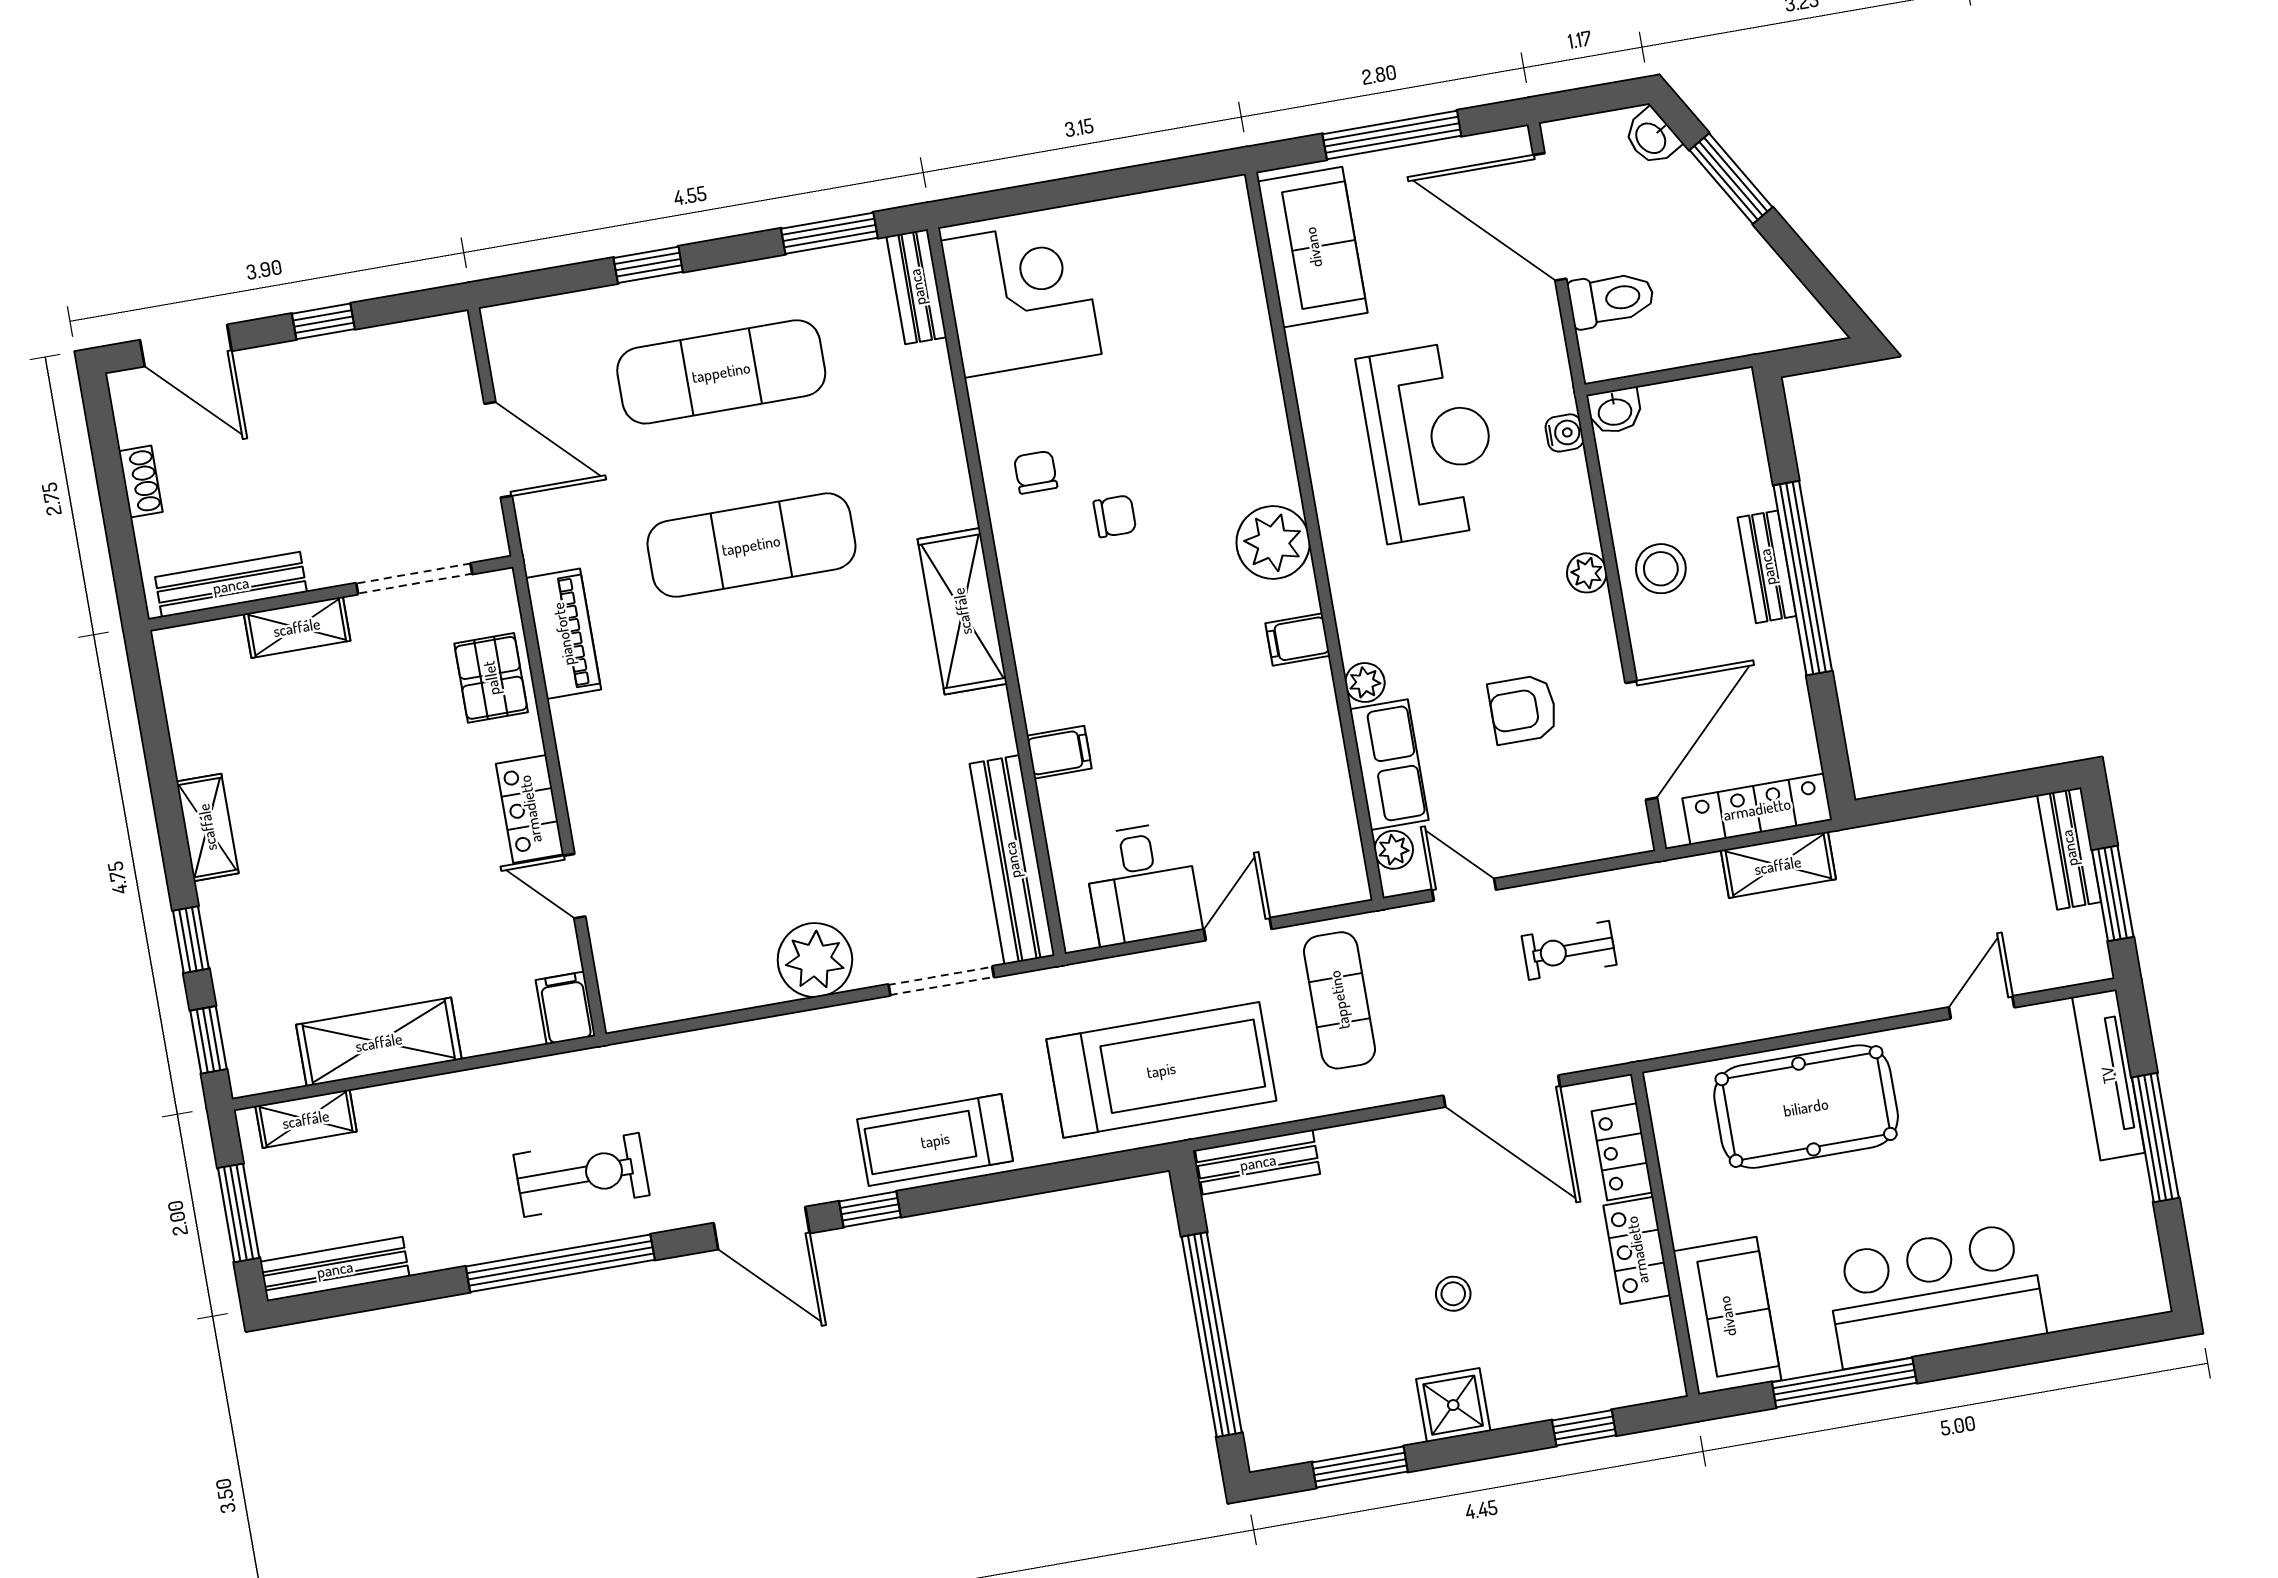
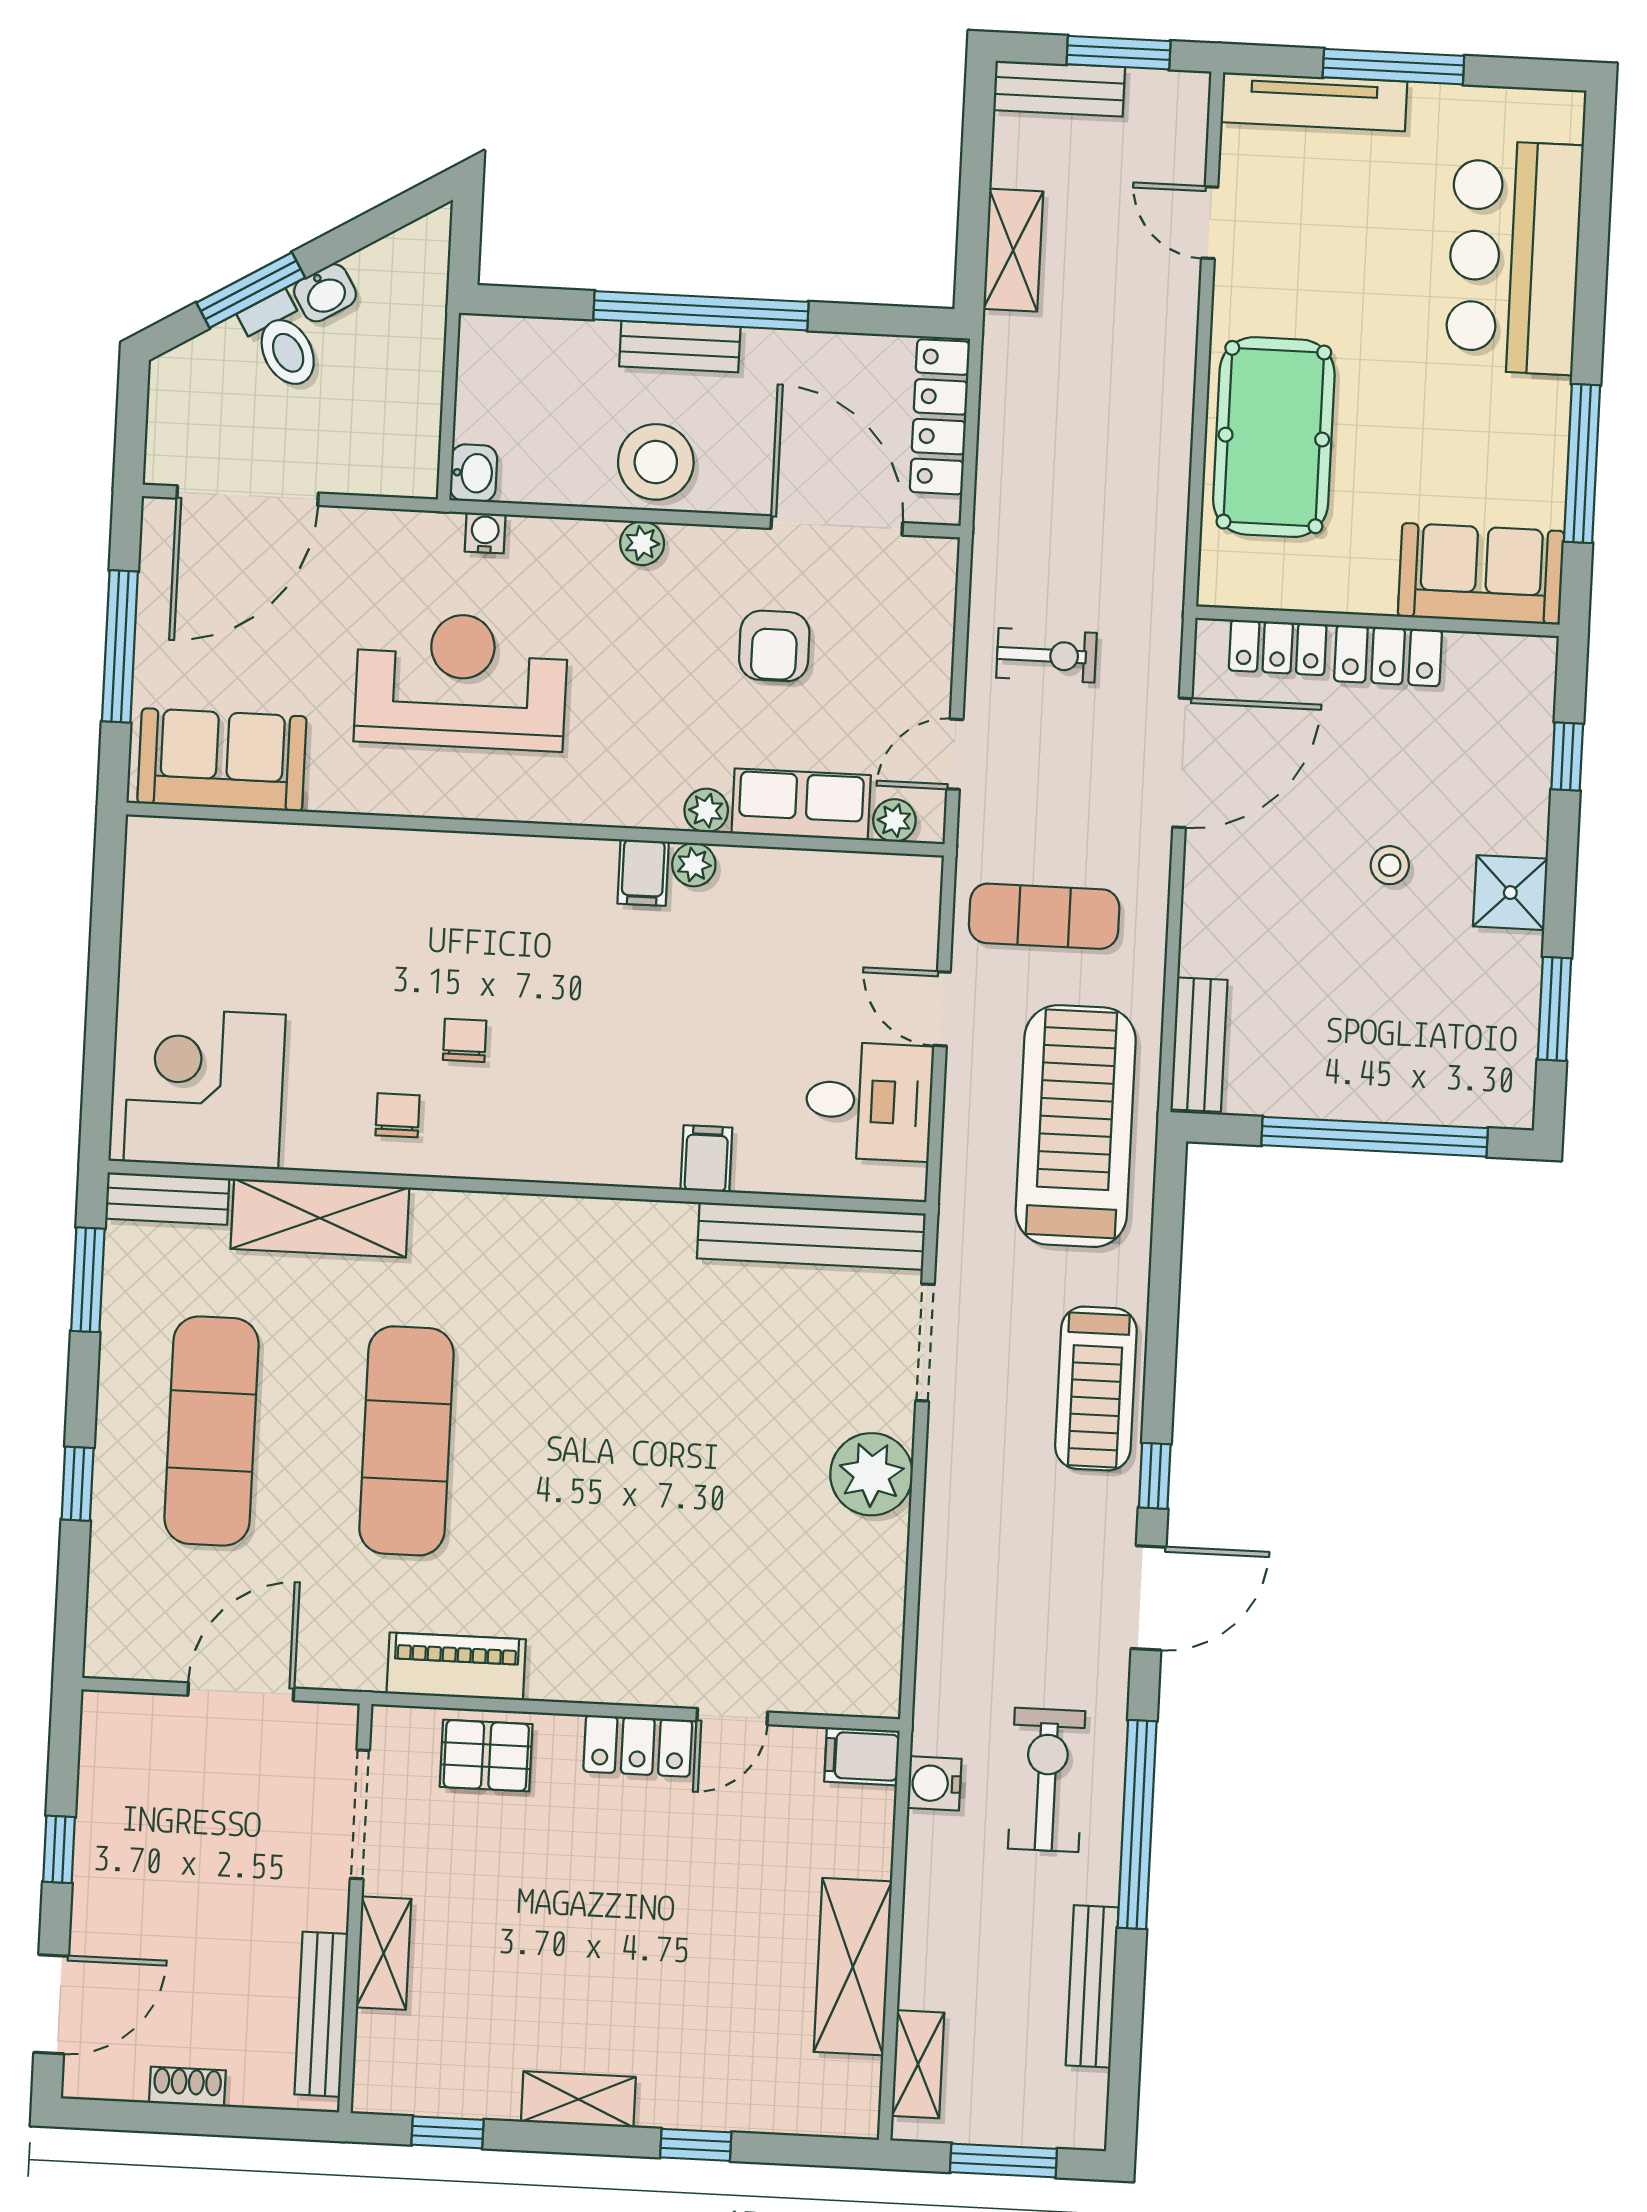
washbasin: (1652, 137) -> (325, 293), moved
toilet: (1611, 299) -> (282, 341), moved, turned 149
chair: (1036, 472) -> (398, 1115), turned 90
plant: (1273, 542) -> (694, 865), moved, width x0.53, depth x0.53
stool: (1661, 569) -> (656, 462), width x1.38, depth x1.38
shelving: (962, 611) -> (320, 1218), moved
shelving: (1778, 865) -> (1013, 250), moved
exercise bike: (1569, 950) -> (1046, 655), turned -90
window: (208, 1040) -> (448, 2132), moved
water cooler: (556, 1077) -> (934, 1783), added
bench: (335, 1269) -> (1092, 1986), moved
bar counter: (1935, 1295) -> (1514, 257), moved

